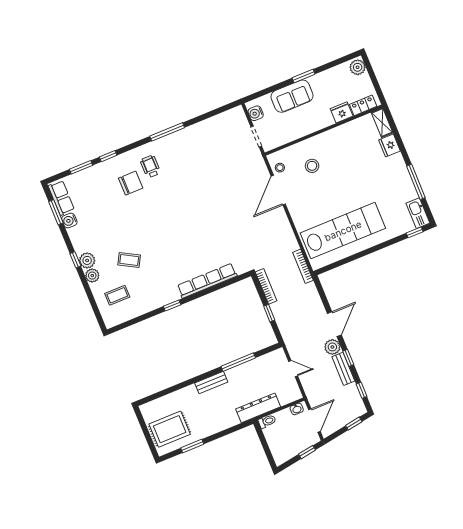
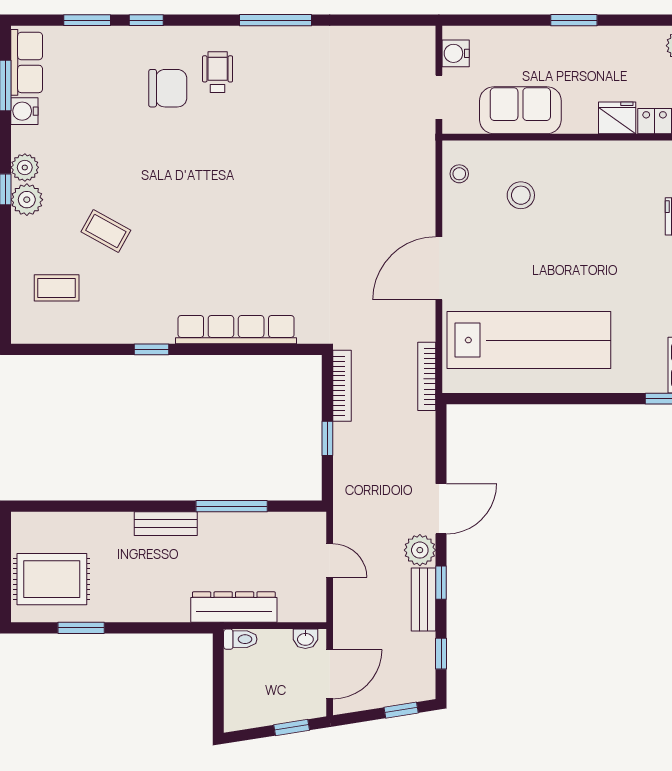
sofa: (292, 96) -> (520, 110), moved, turned 180
door: (278, 190) -> (439, 268), moved
plant: (92, 276) -> (25, 167), moved

